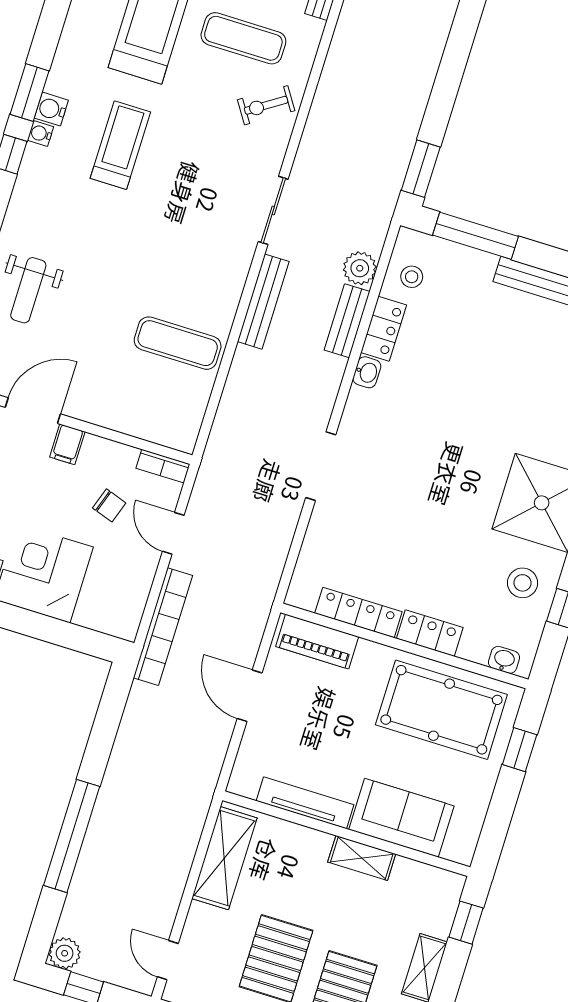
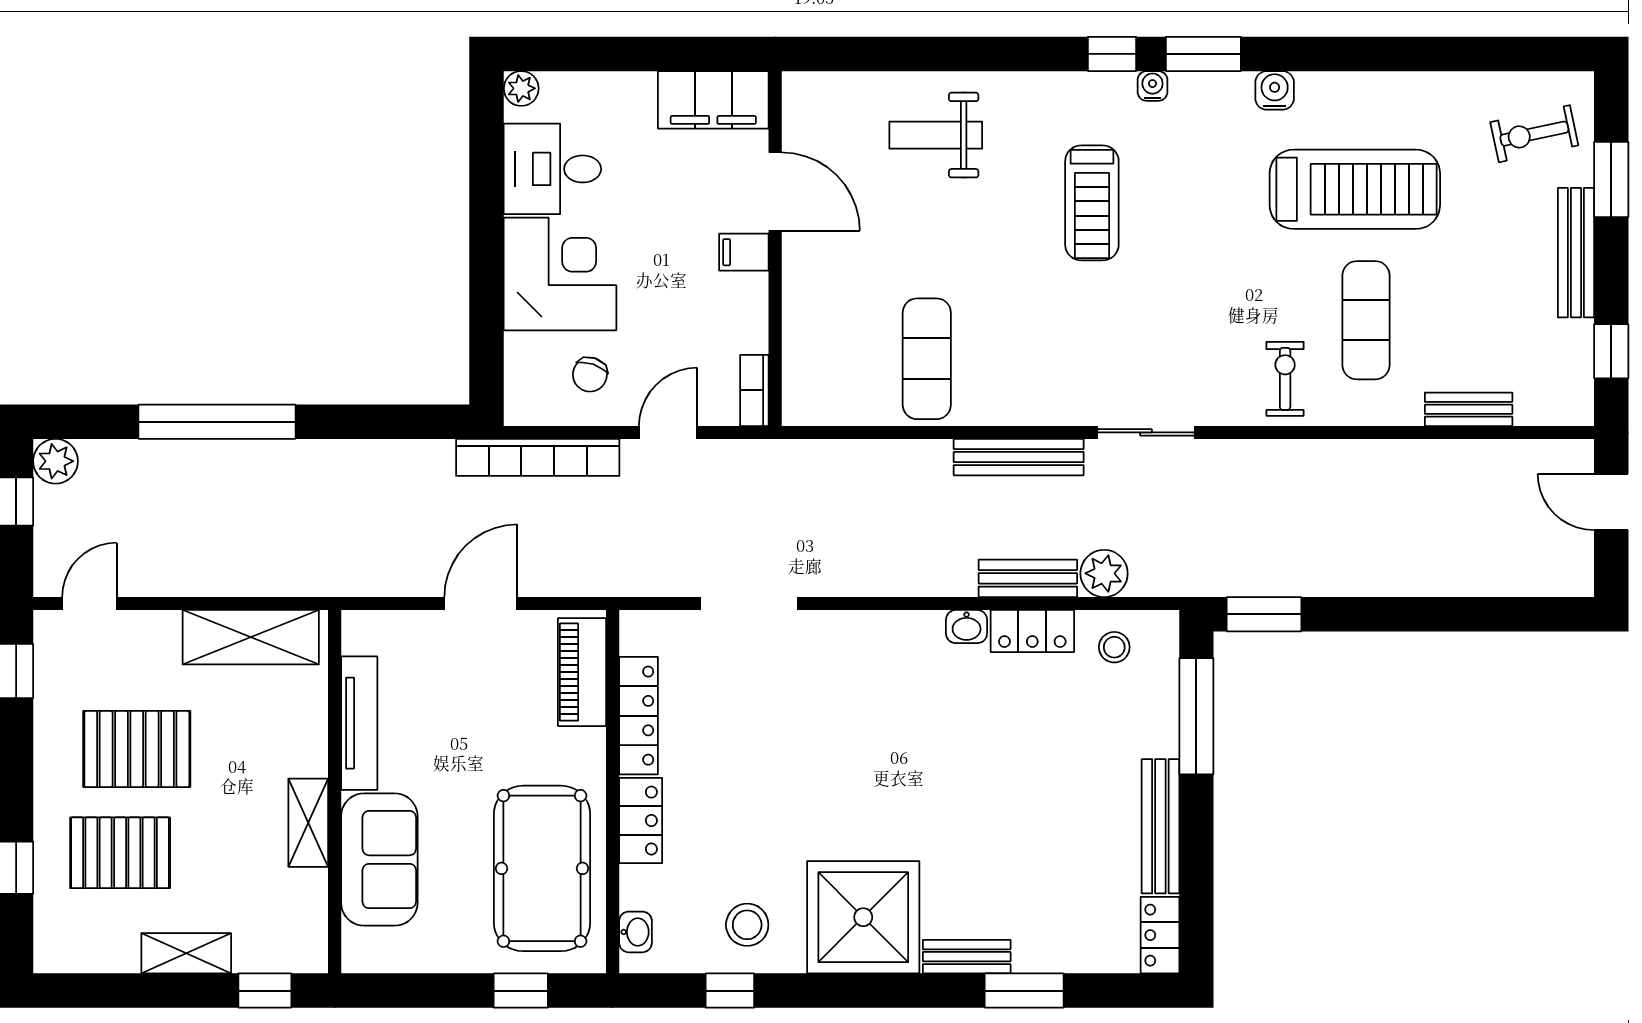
exercise bike: (266, 105) -> (1285, 379), turned 33
water cooler: (51, 109) -> (1275, 90), moved
treadmill: (120, 145) -> (1092, 203), moved, turned 90
doorway: (321, 466) -> (749, 604), moved
chair: (109, 505) -> (590, 375), moved

